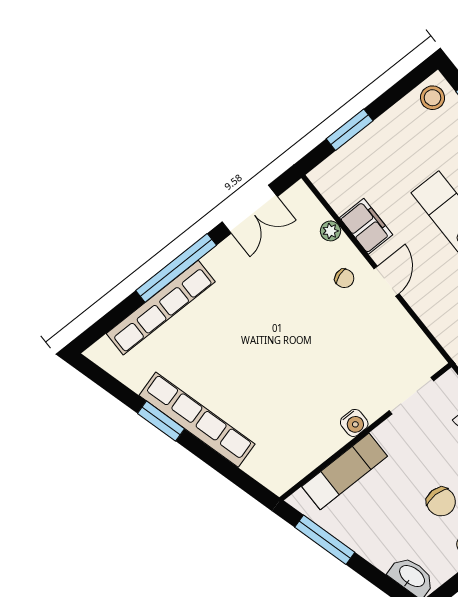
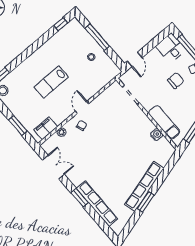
filing cabinet: (366, 226) -> (46, 128), moved
window: (176, 268) -> (80, 198), width x0.47
door: (386, 281) -> (82, 107), hinge flipped
water cooler: (354, 423) -> (157, 135), moved

